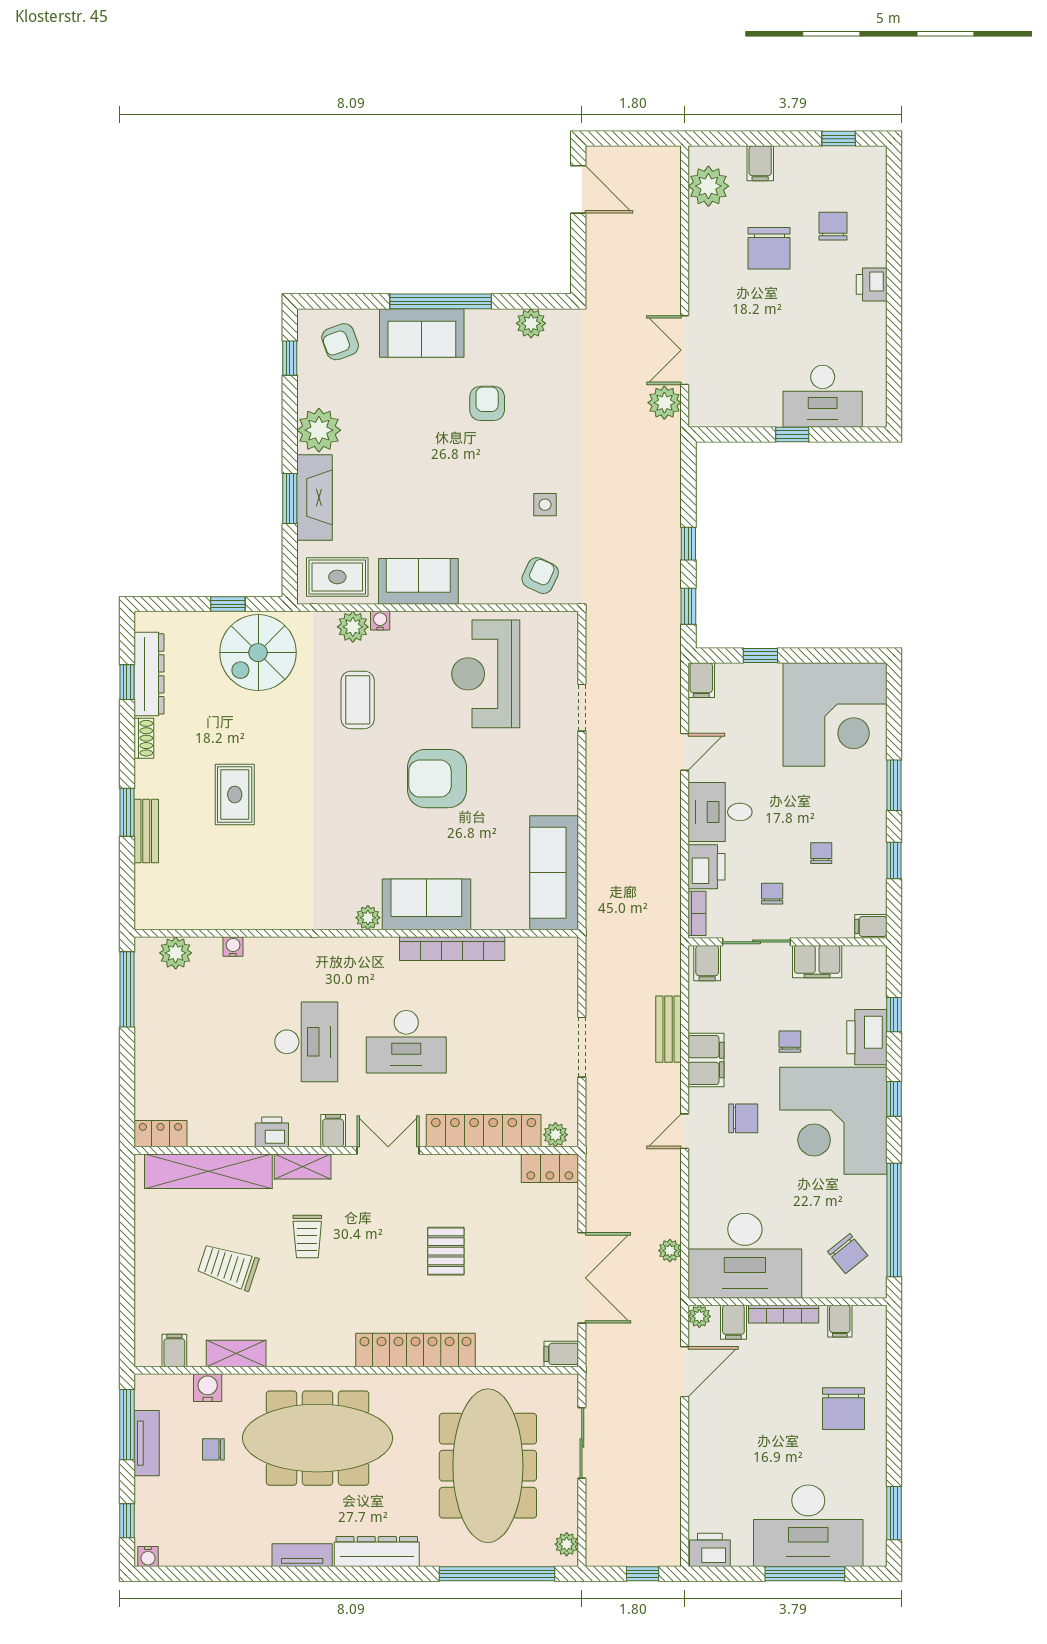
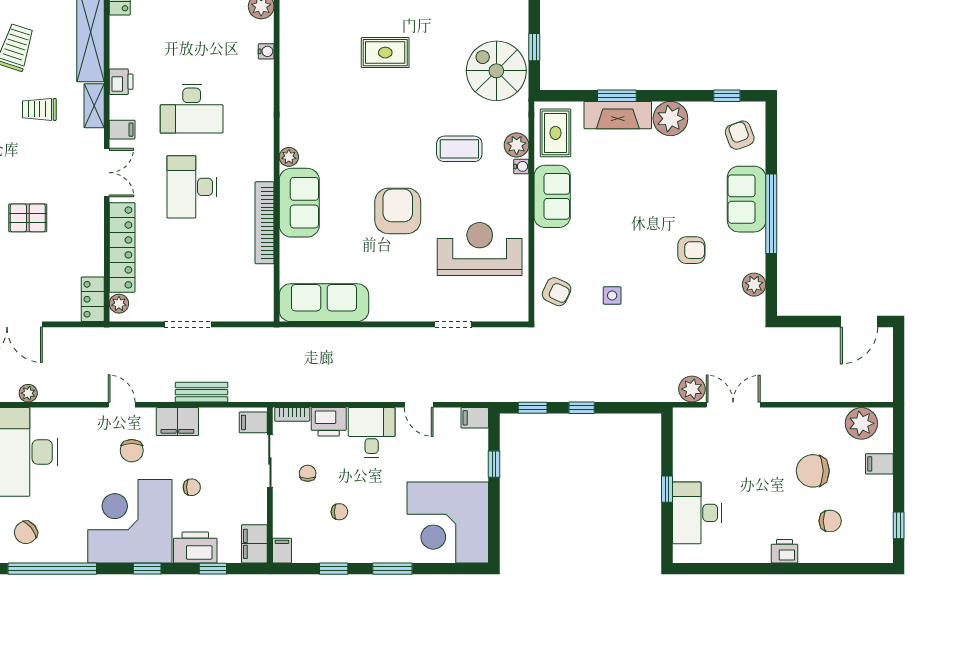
chair: (772, 894) -> (308, 473), turned -90
filing cabinet: (817, 962) -> (254, 544), moved

